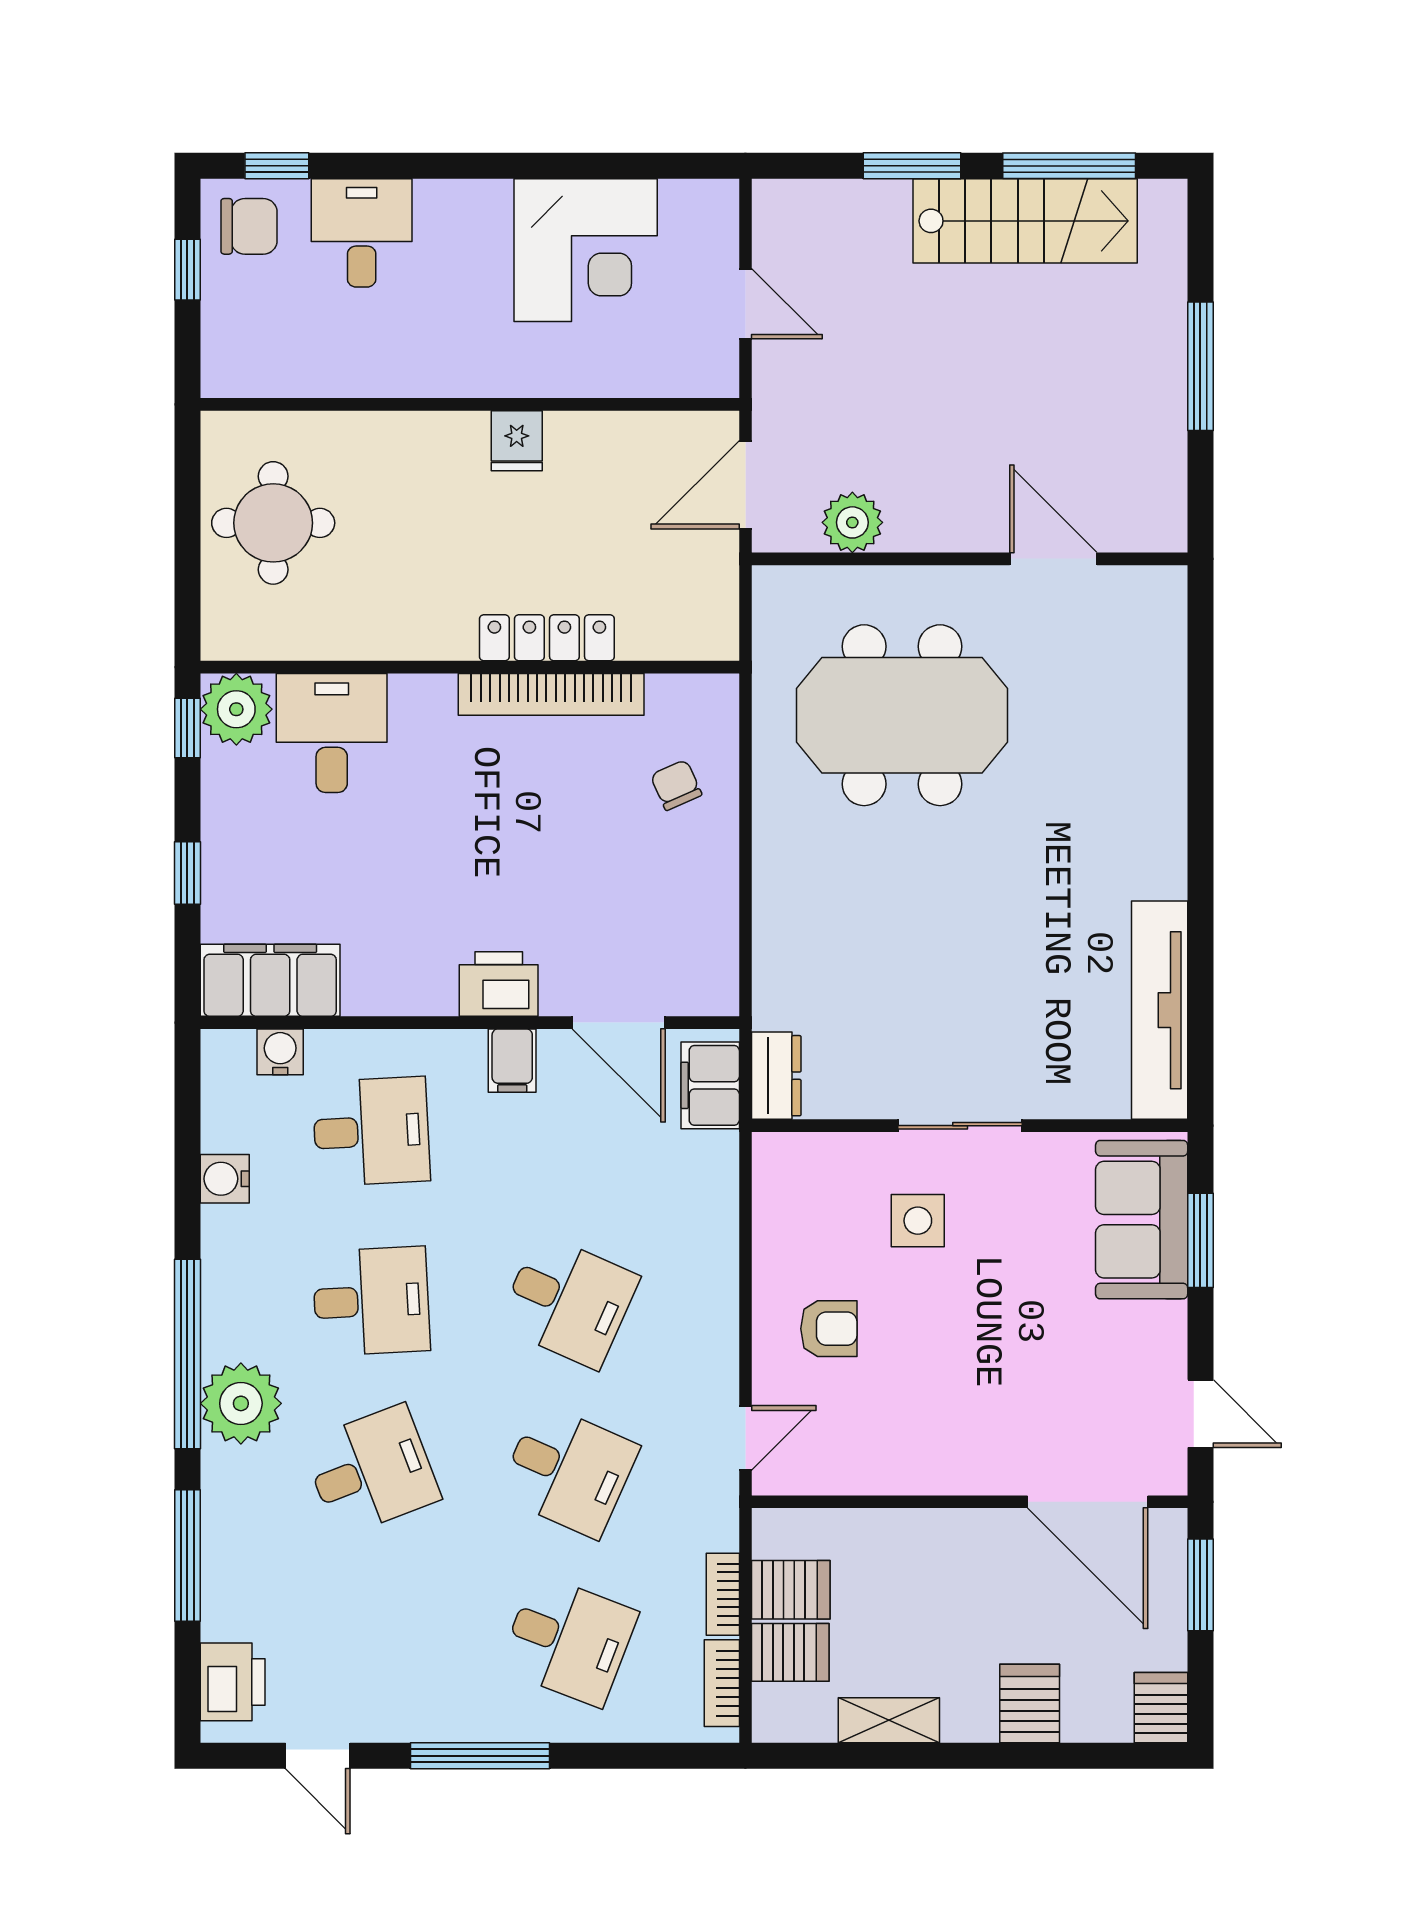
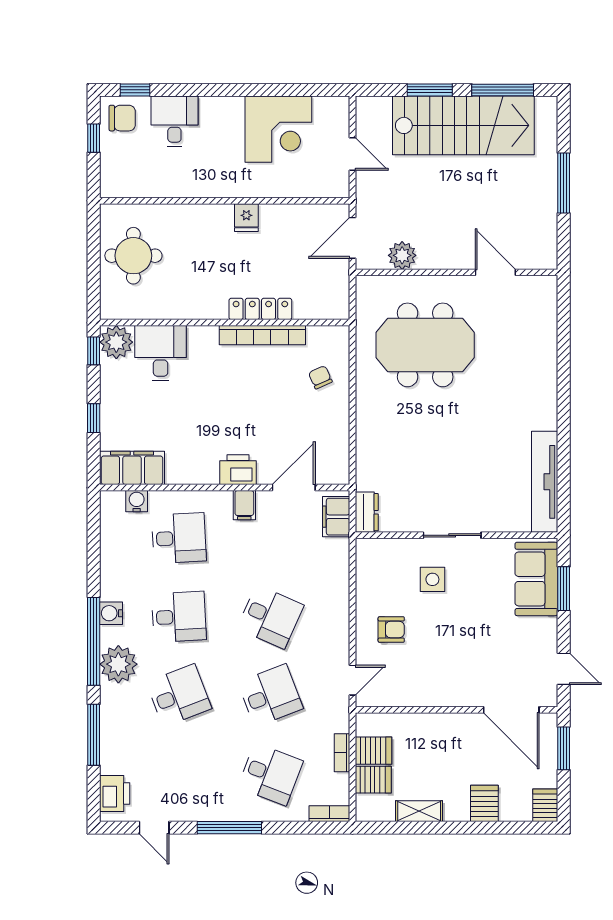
stairs: (1025, 221) -> (463, 125), width x1.36, depth x1.51
door: (619, 1023) -> (294, 488), swing flipped
water cooler: (225, 1179) -> (111, 613), moved
desk: (568, 1471) -> (270, 695), turned -45
bookcase: (722, 1683) -> (329, 814), moved, turned 90

